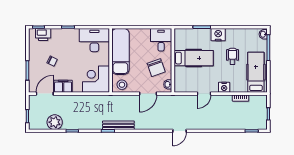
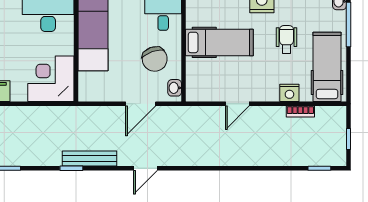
stool: (122, 85) -> (96, 88), removed
nightstand: (224, 87) -> (289, 93), moved
door: (180, 131) -> (146, 168), moved

